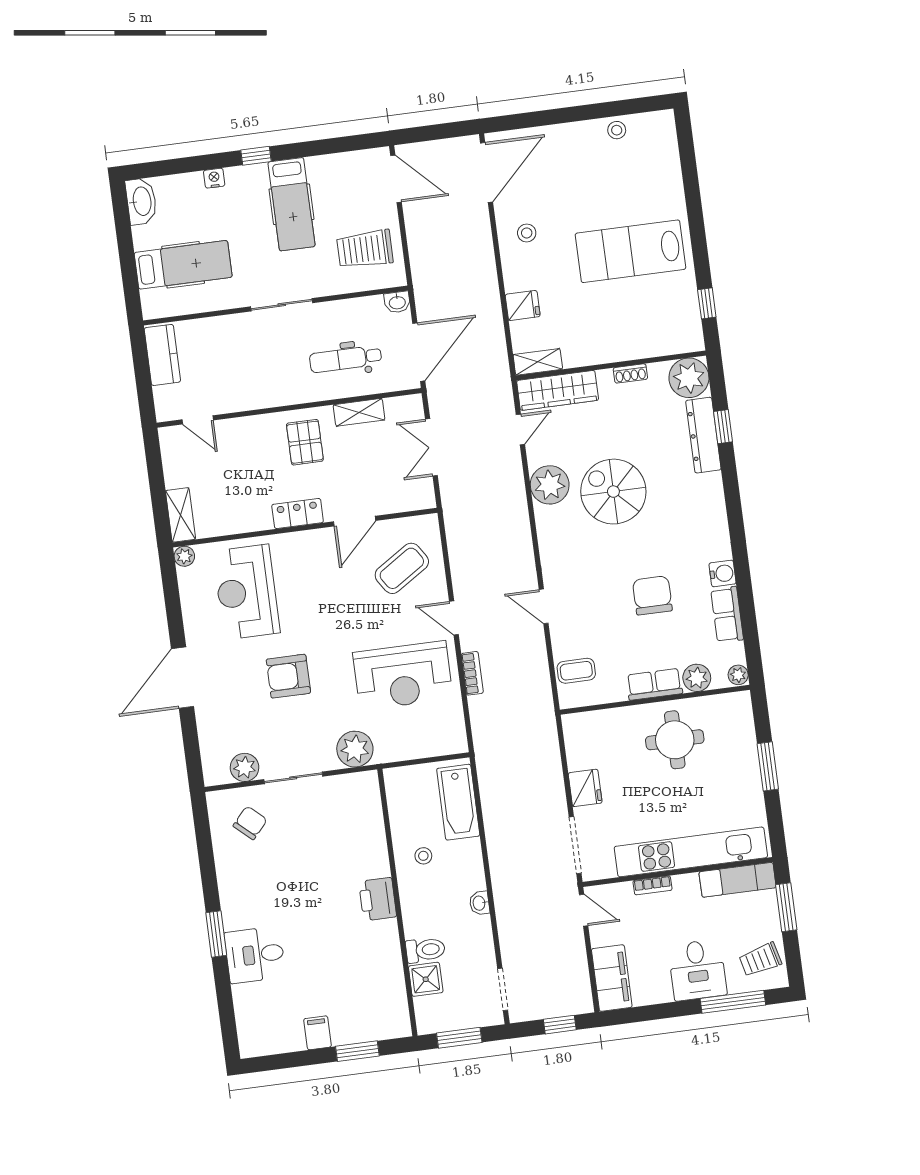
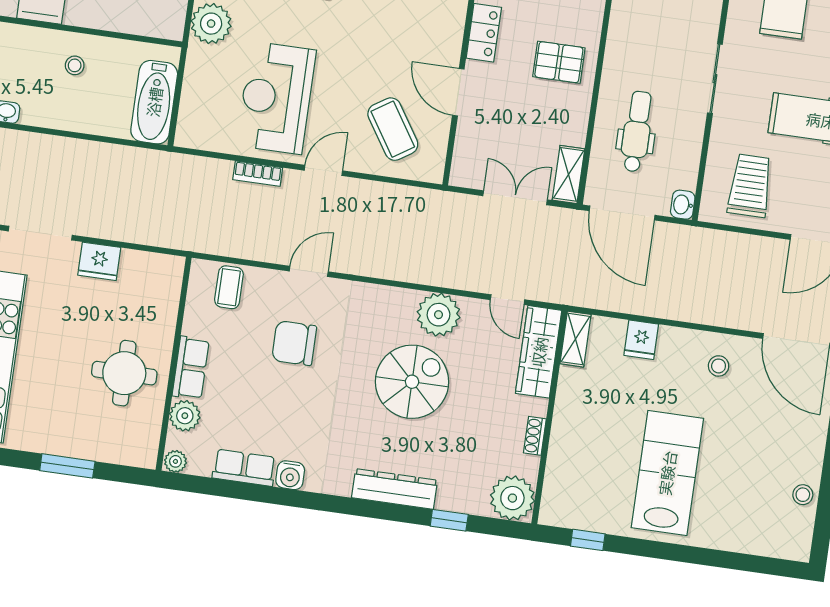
shelving: (359, 412) -> (569, 174), moved
dresser: (703, 435) -> (394, 489), moved
chair: (652, 595) -> (294, 343), moved, turned 180
bathtub: (458, 802) -> (154, 102), moved, turned -90

